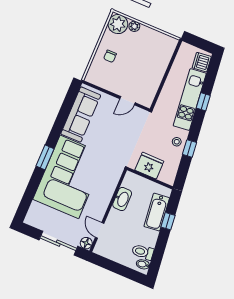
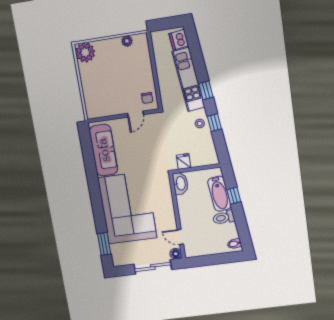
plant: (134, 26) -> (127, 41), moved
chair: (110, 56) -> (147, 98), moved
window: (203, 102) -> (206, 90), moved
window: (45, 157) -> (104, 244), moved
fridge: (149, 166) -> (184, 161), width x0.53, depth x0.75
washbasin: (122, 199) -> (180, 183), moved
toilet: (143, 252) -> (224, 218), moved

